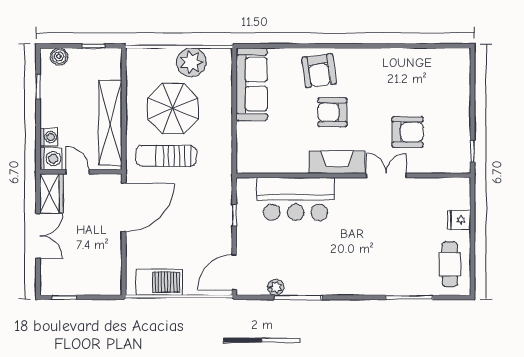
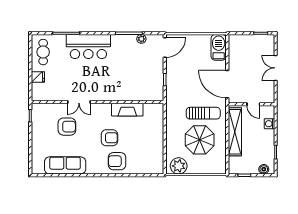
plant: (191, 62) -> (179, 166), moved
armchair: (319, 71) -> (117, 161), turned -82
sofa: (252, 84) -> (65, 165), moved, turned 90
armchair: (408, 132) -> (67, 127), turned 180
washing machine: (51, 159) -> (268, 112), removed
fireplace: (337, 162) -> (127, 110), moved
wardrobe: (51, 193) -> (268, 92), removed
bar counter: (296, 199) -> (88, 46), moved, turned 180
door: (124, 207) -> (227, 84), hinge flipped
barbecue: (159, 282) -> (219, 47), moved, turned 90

